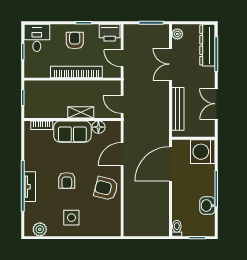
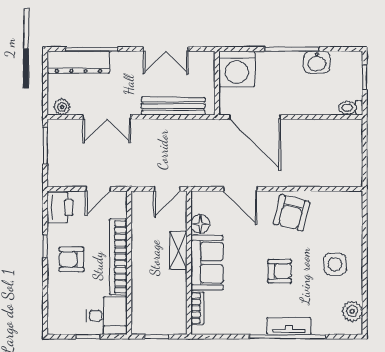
desk: (37, 38) -> (107, 316), moved, turned 180

